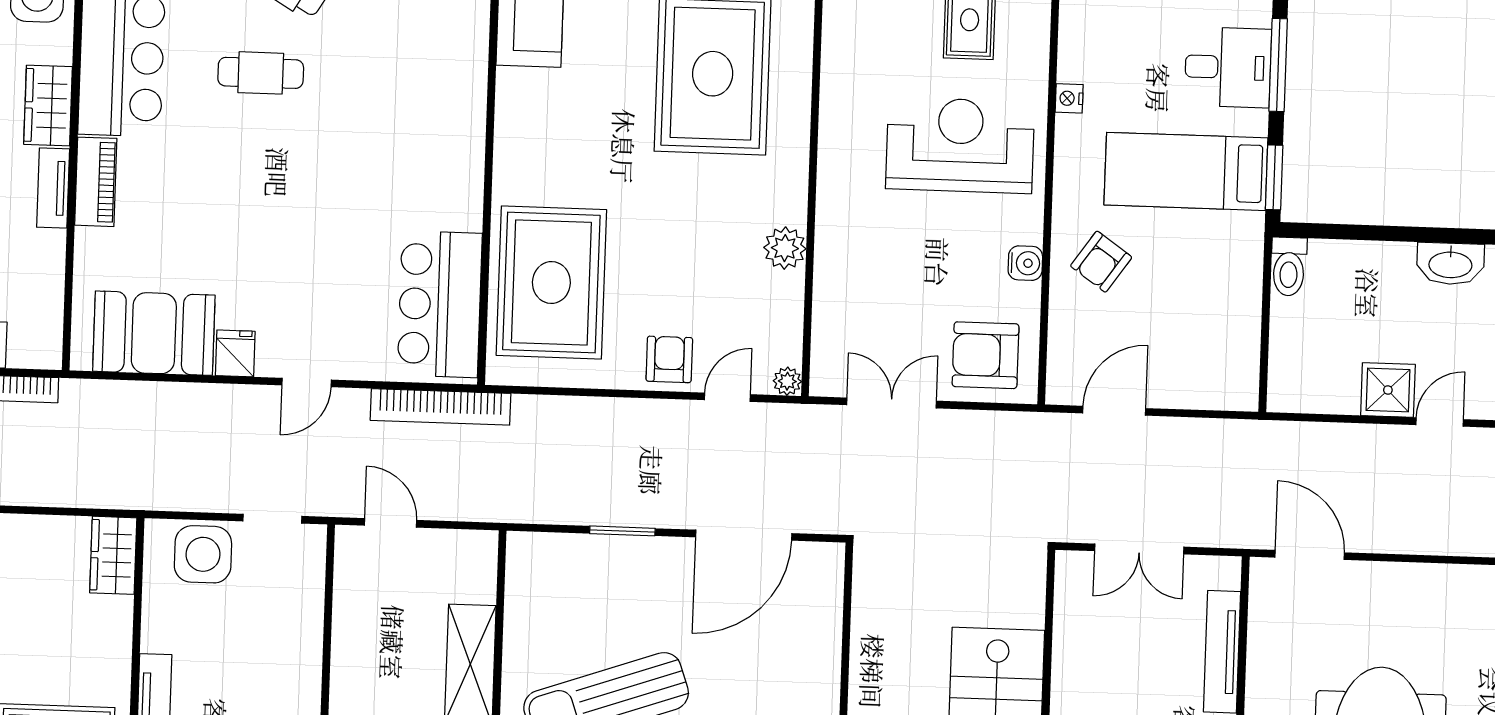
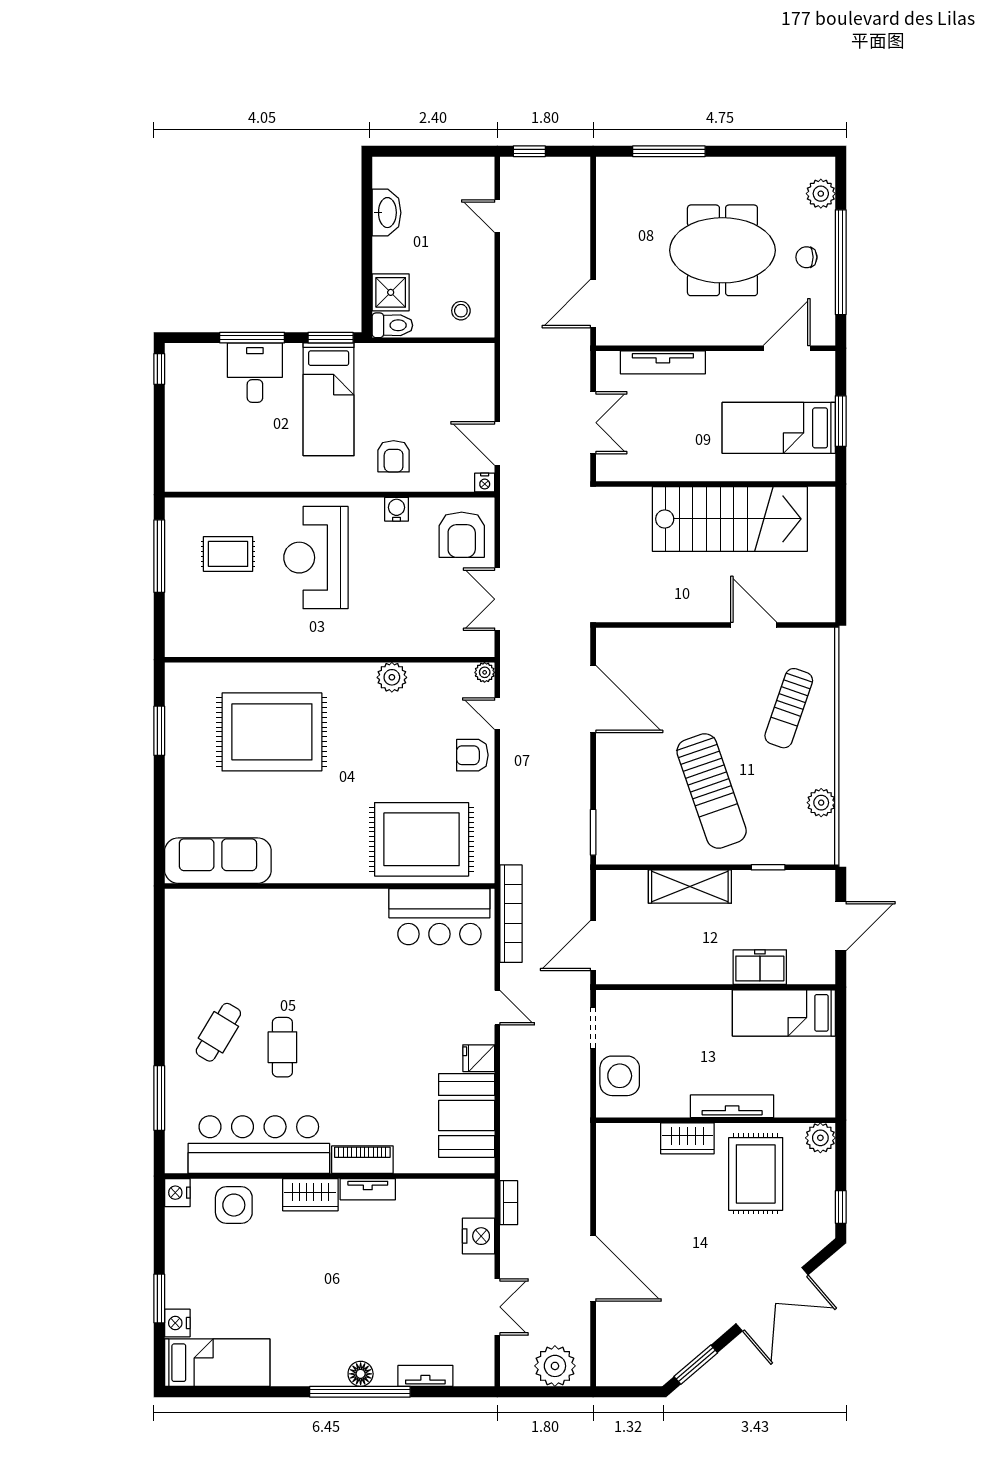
nightstand: (1069, 98) -> (485, 483), moved
armchair: (1101, 262) -> (394, 456), turned 55
stool: (1306, 365) -> (461, 311), added
shower: (1388, 390) -> (391, 292), moved
door: (390, 523) -> (593, 946), width x1.37
window: (622, 531) -> (593, 832), moved
wardrobe: (113, 555) -> (687, 1138), moved

